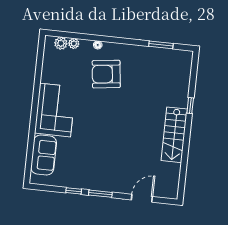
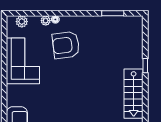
plant: (74, 44) -> (46, 21), moved
corner sofa: (55, 110) -> (23, 61), moved

